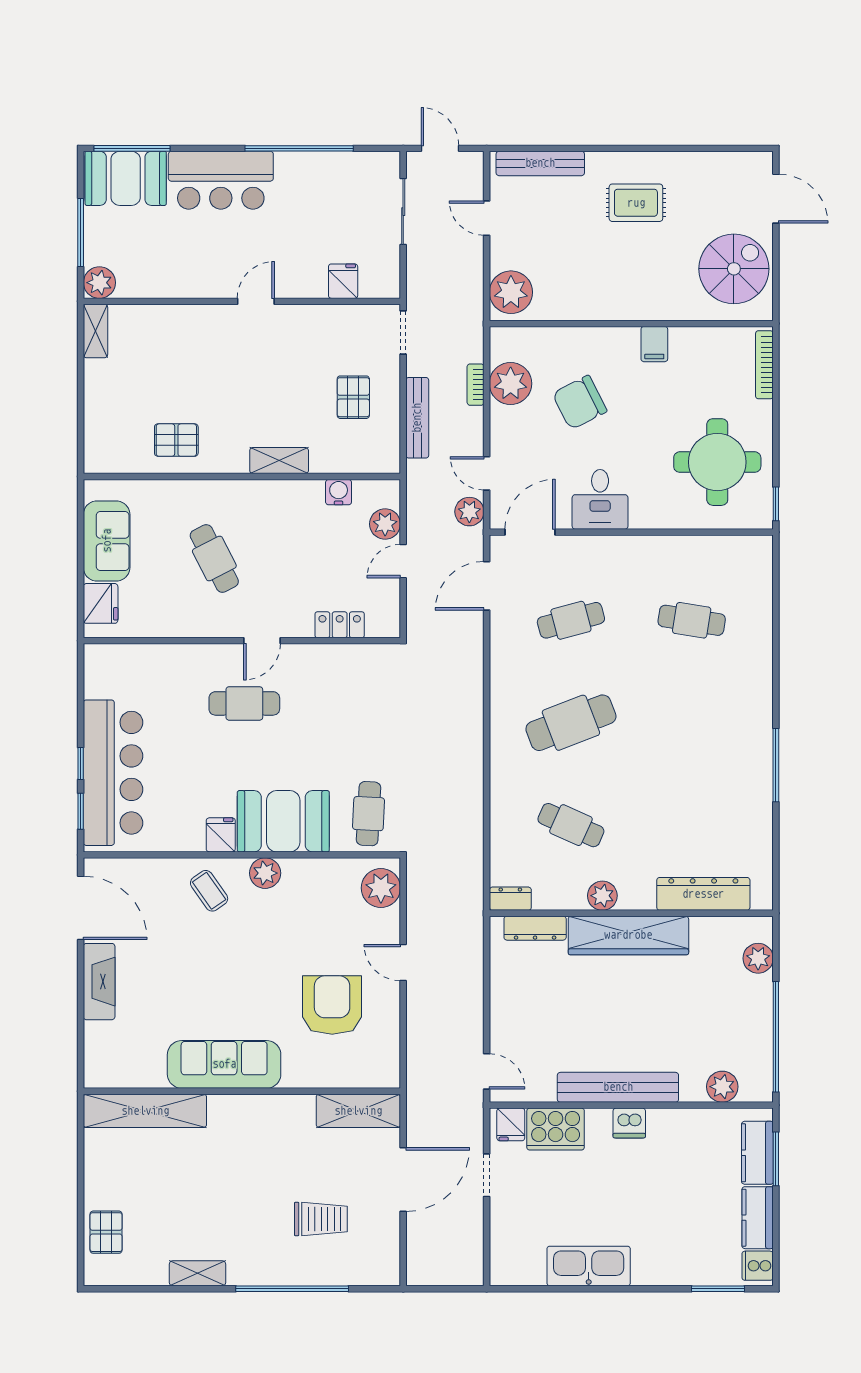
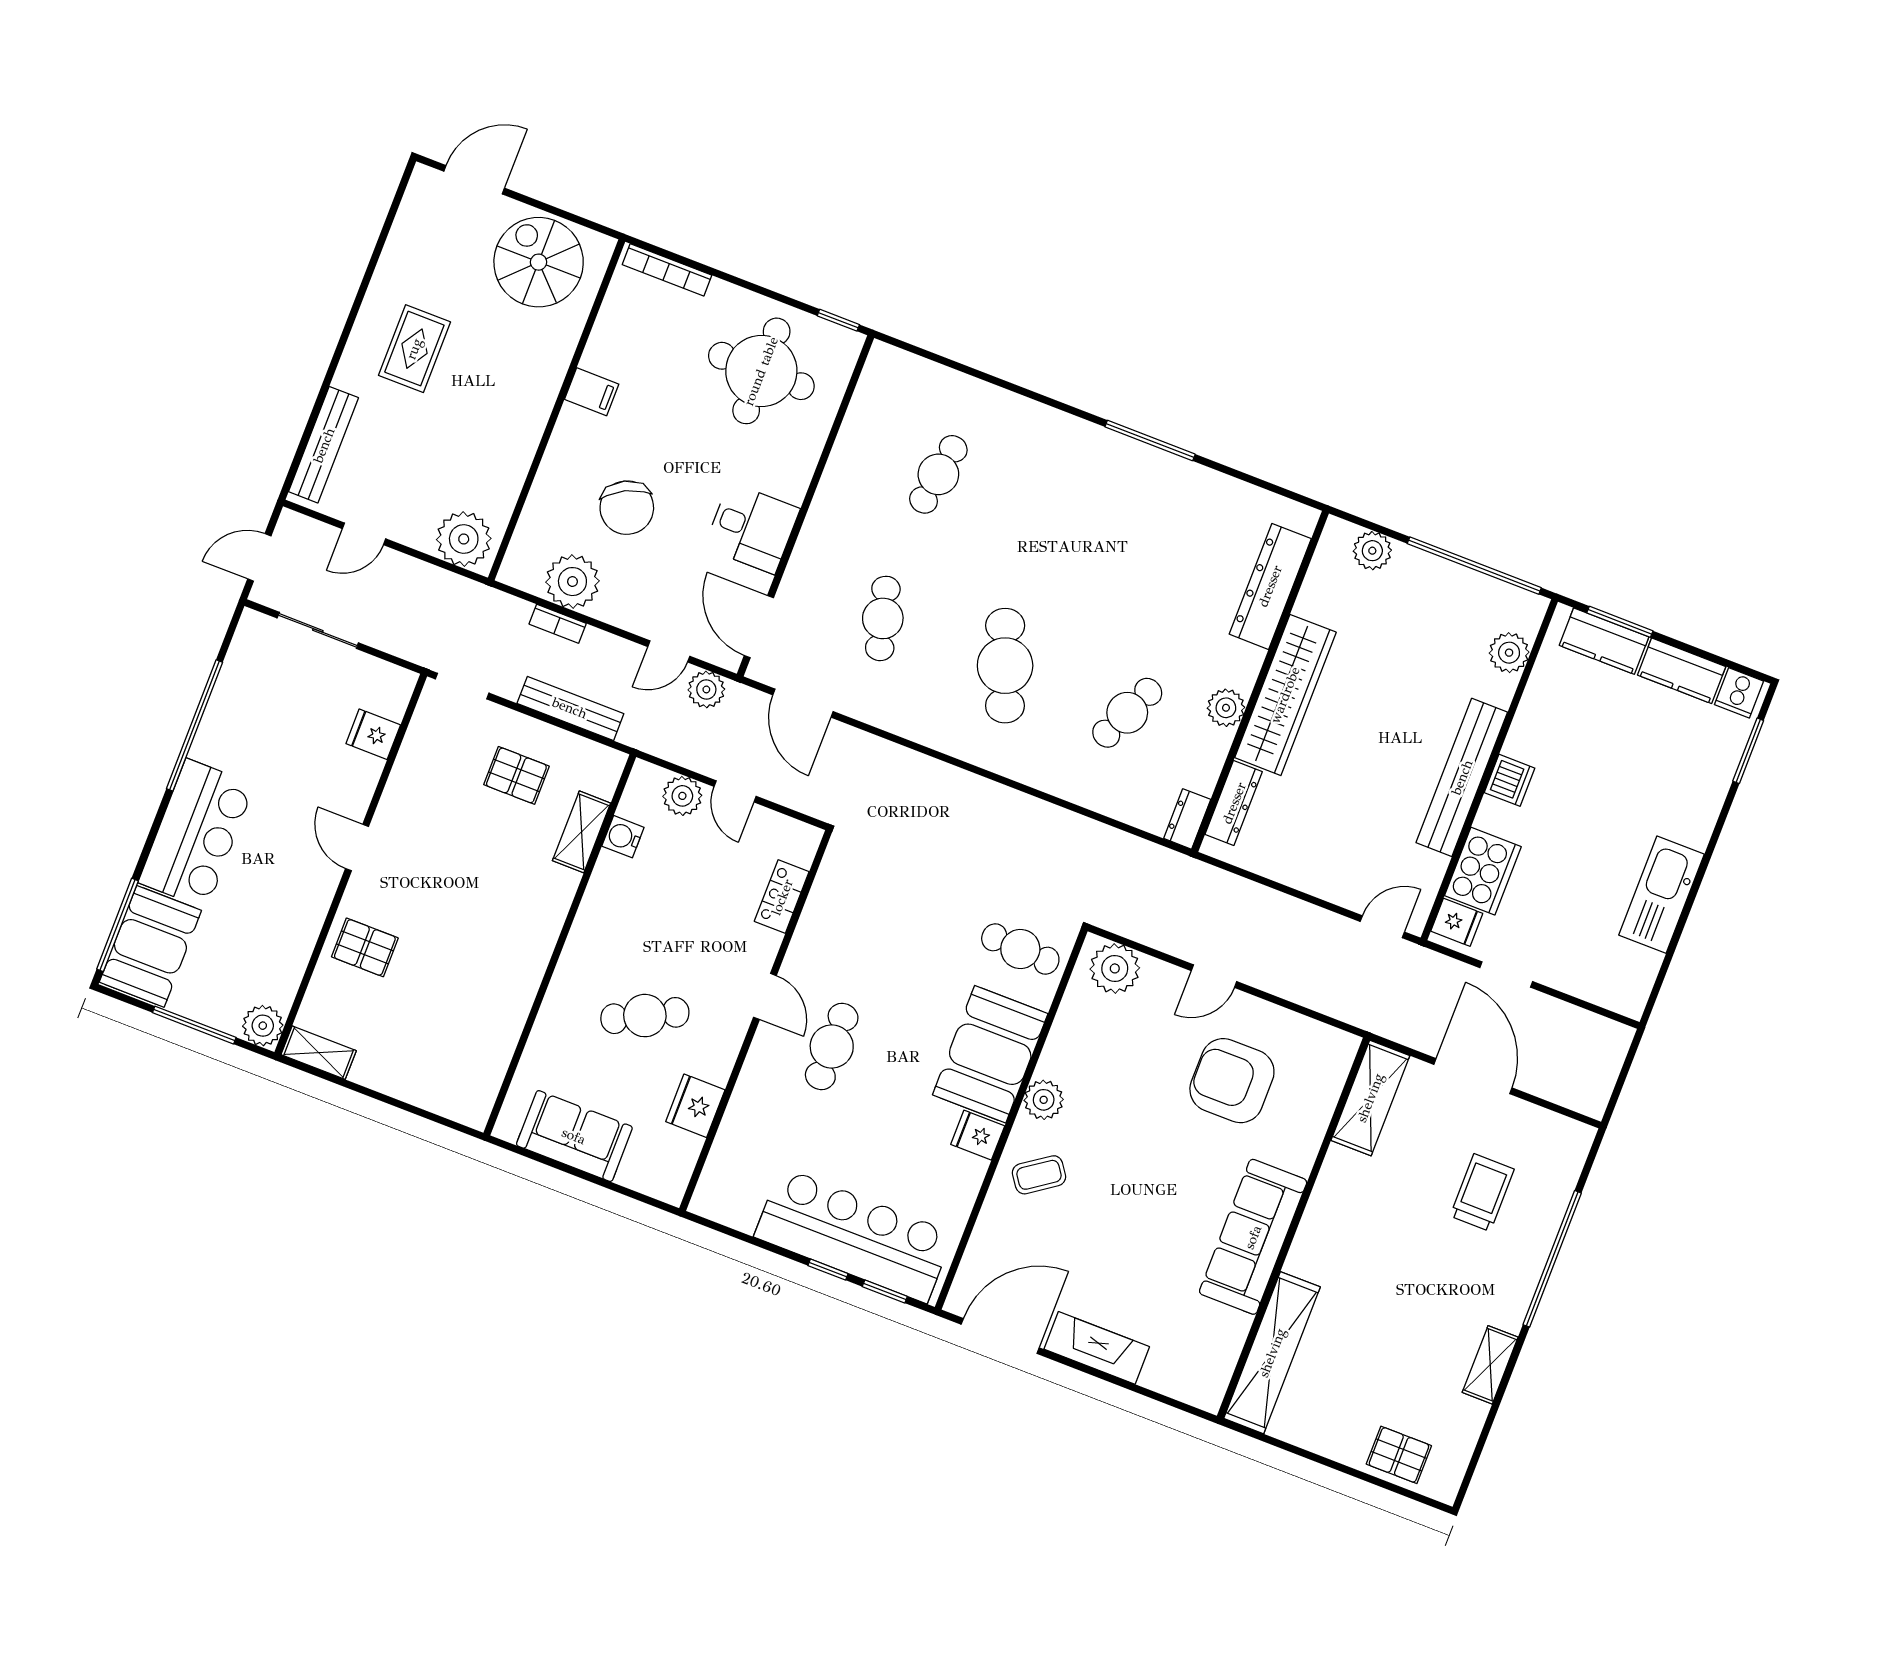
pallet: (176, 440) -> (365, 947), moved, turned 90
shelving: (279, 461) -> (582, 832), moved
fridge: (101, 603) -> (695, 1106), moved, turned -90

